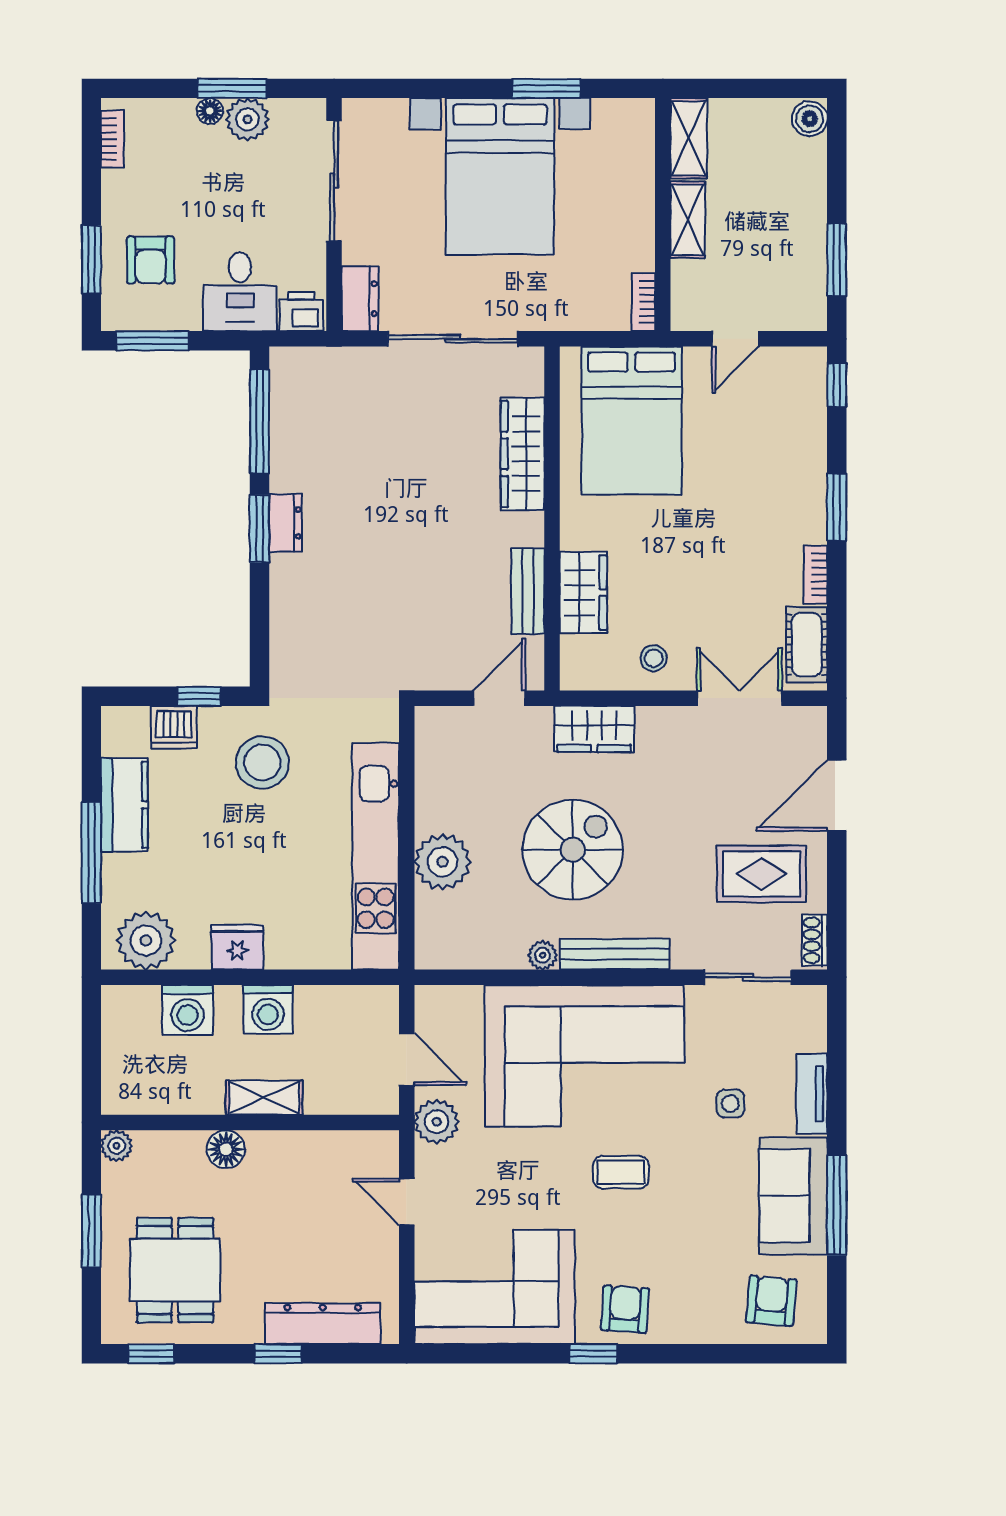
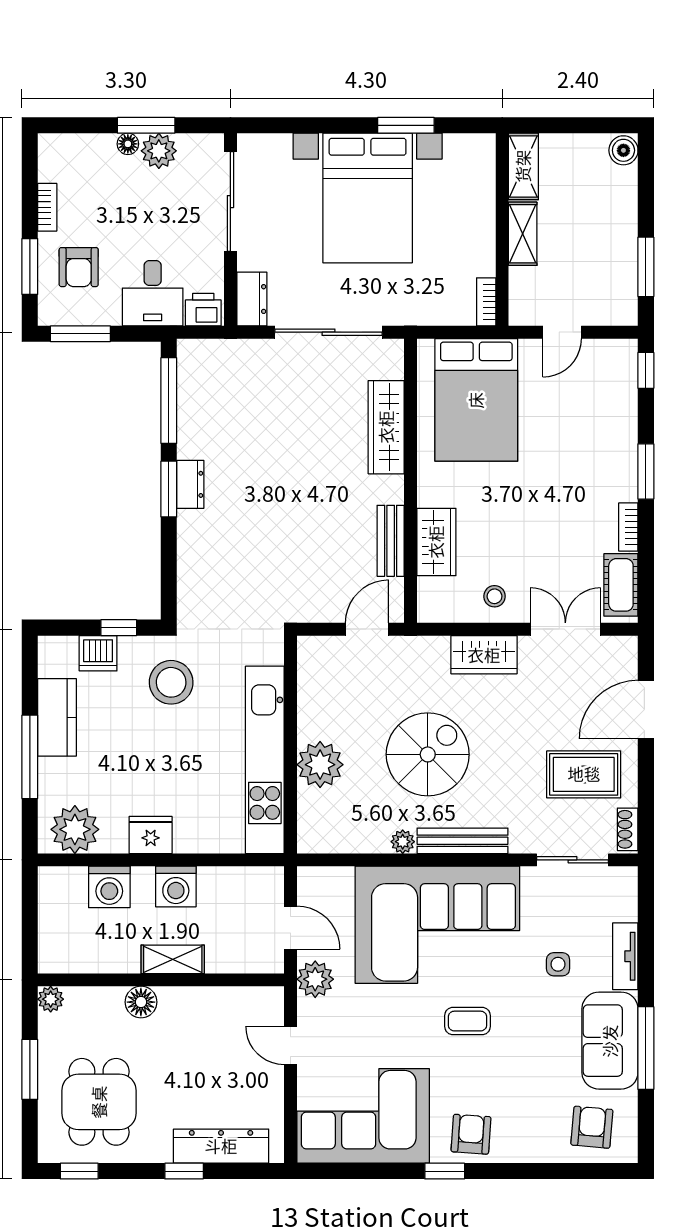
bookcase: (112, 139) -> (47, 207), moved
wardrobe: (594, 729) -> (484, 655), moved

